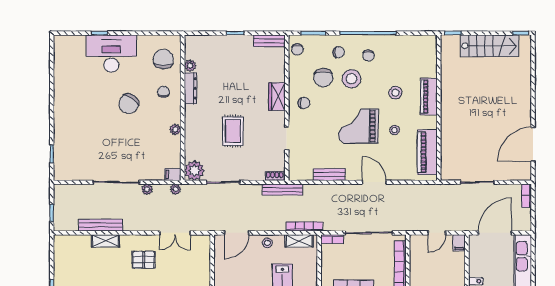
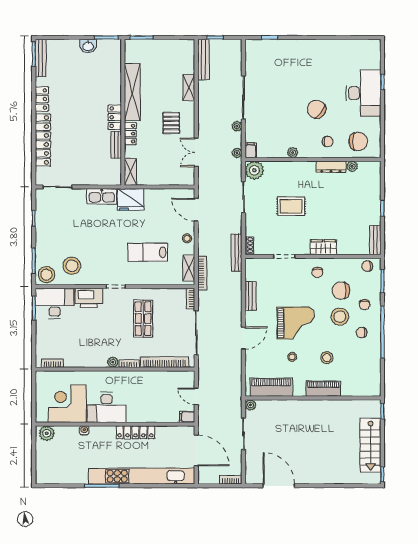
grand piano: (358, 126) -> (296, 323), turned 90
plant: (446, 175) -> (250, 405), added
bench: (101, 225) -> (204, 59), moved

